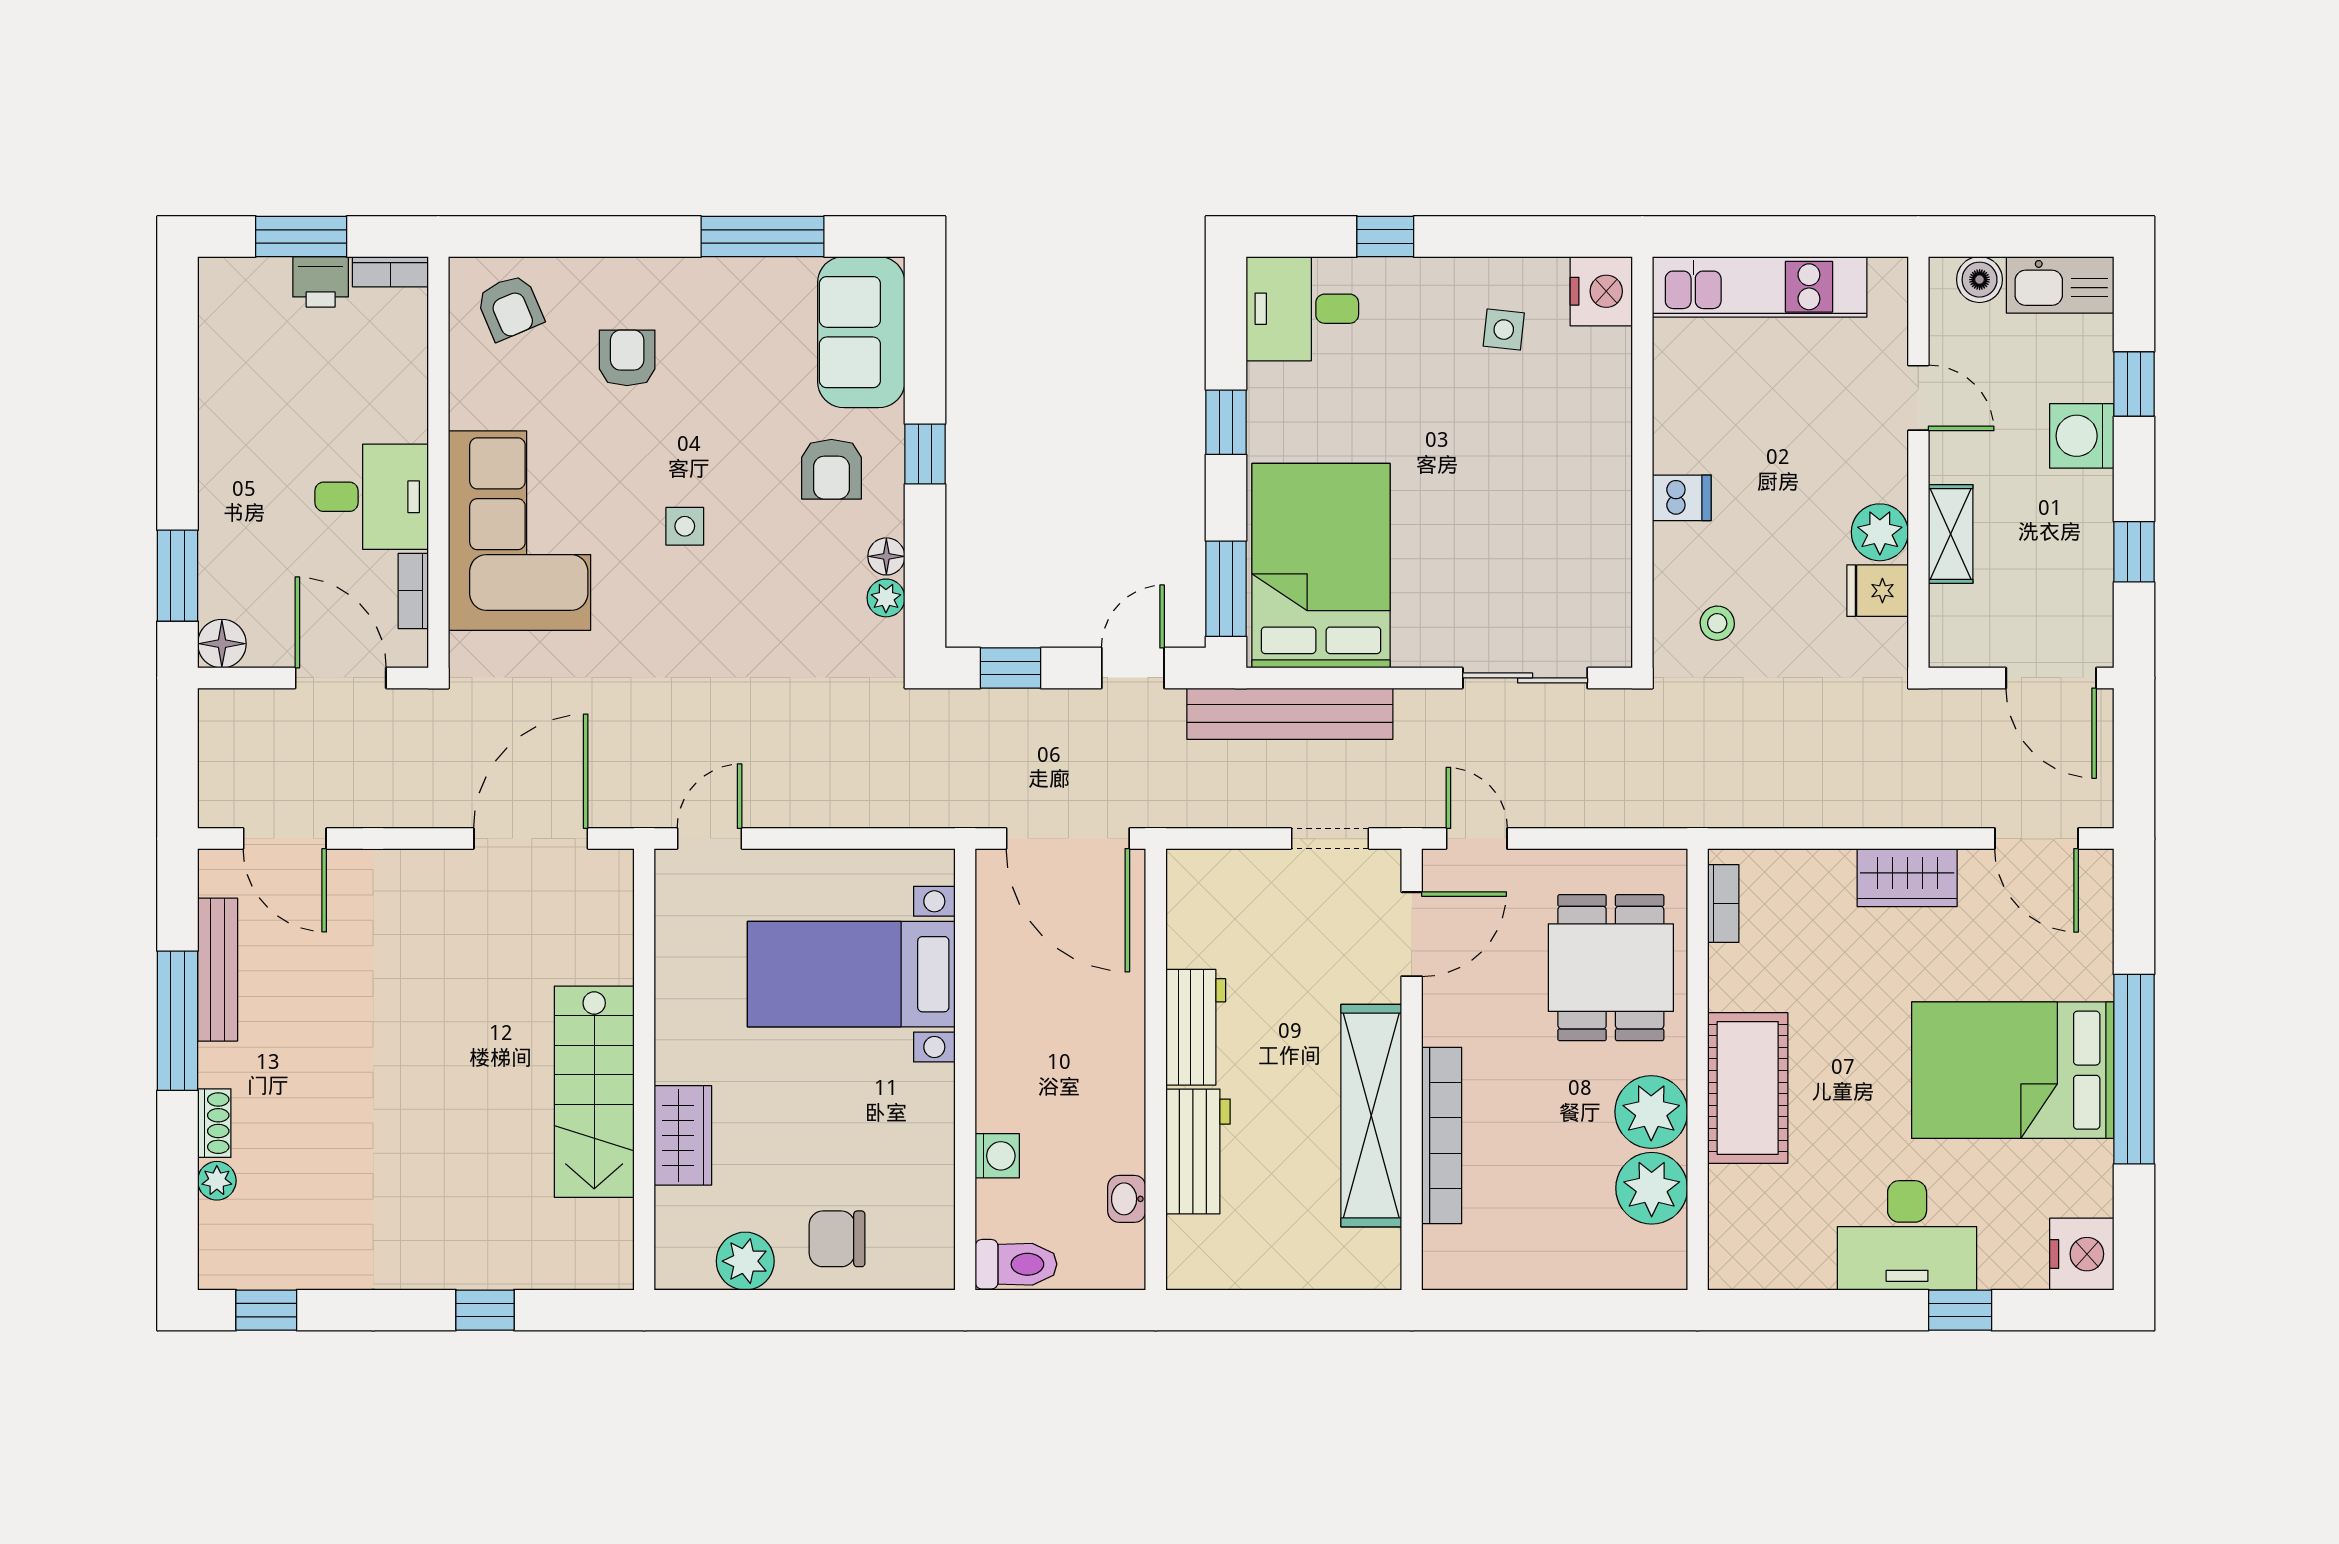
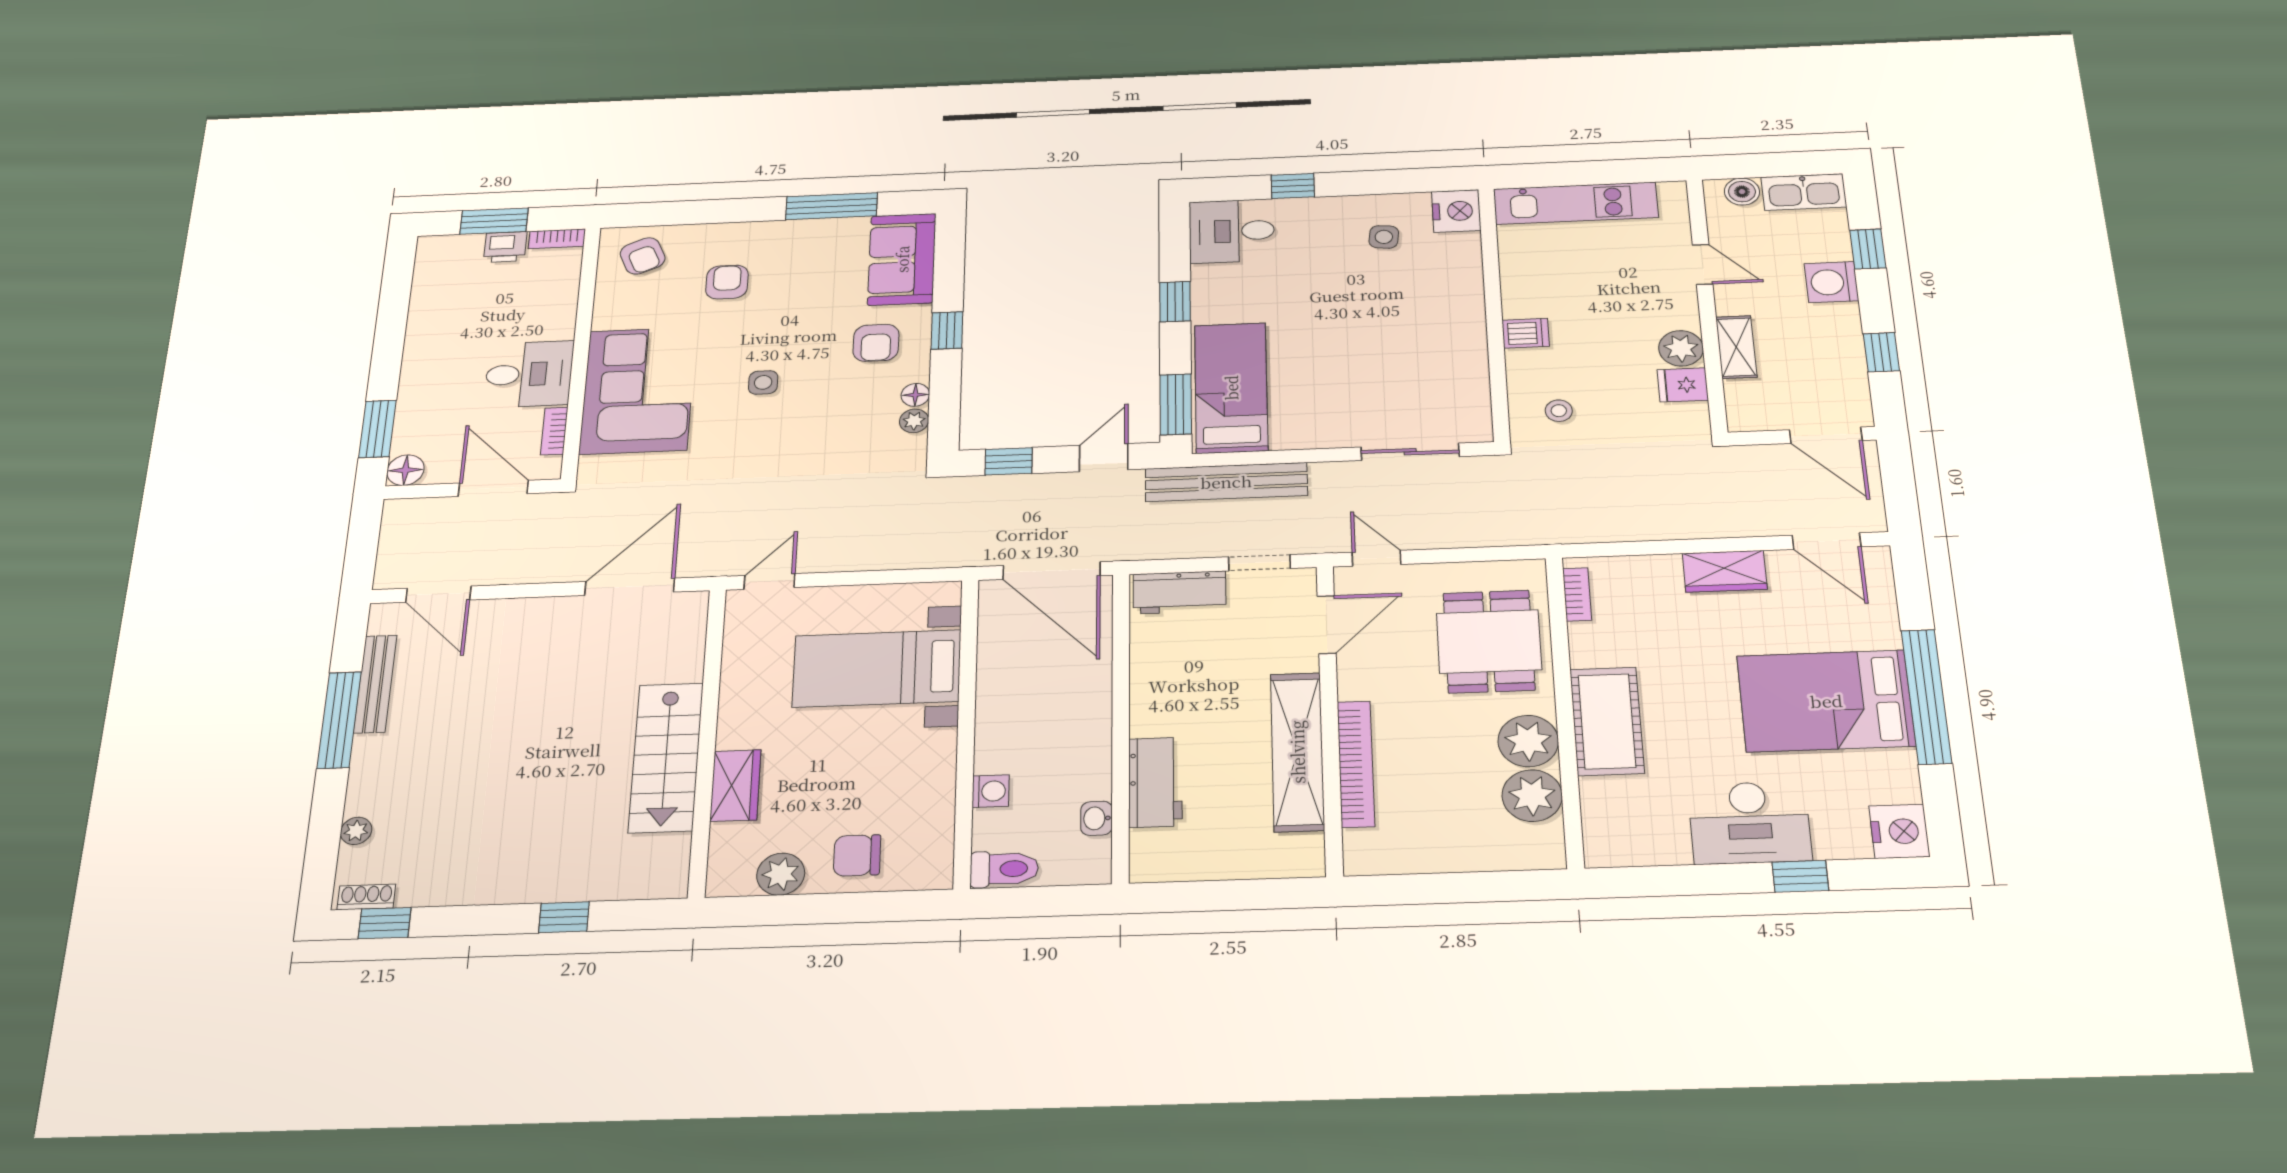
bed: (1321, 566) -> (1231, 388), width x0.67
workbench: (1196, 1027) -> (1179, 592), moved, turned 90
shoe rack: (214, 1123) -> (366, 897), moved, turned -90

